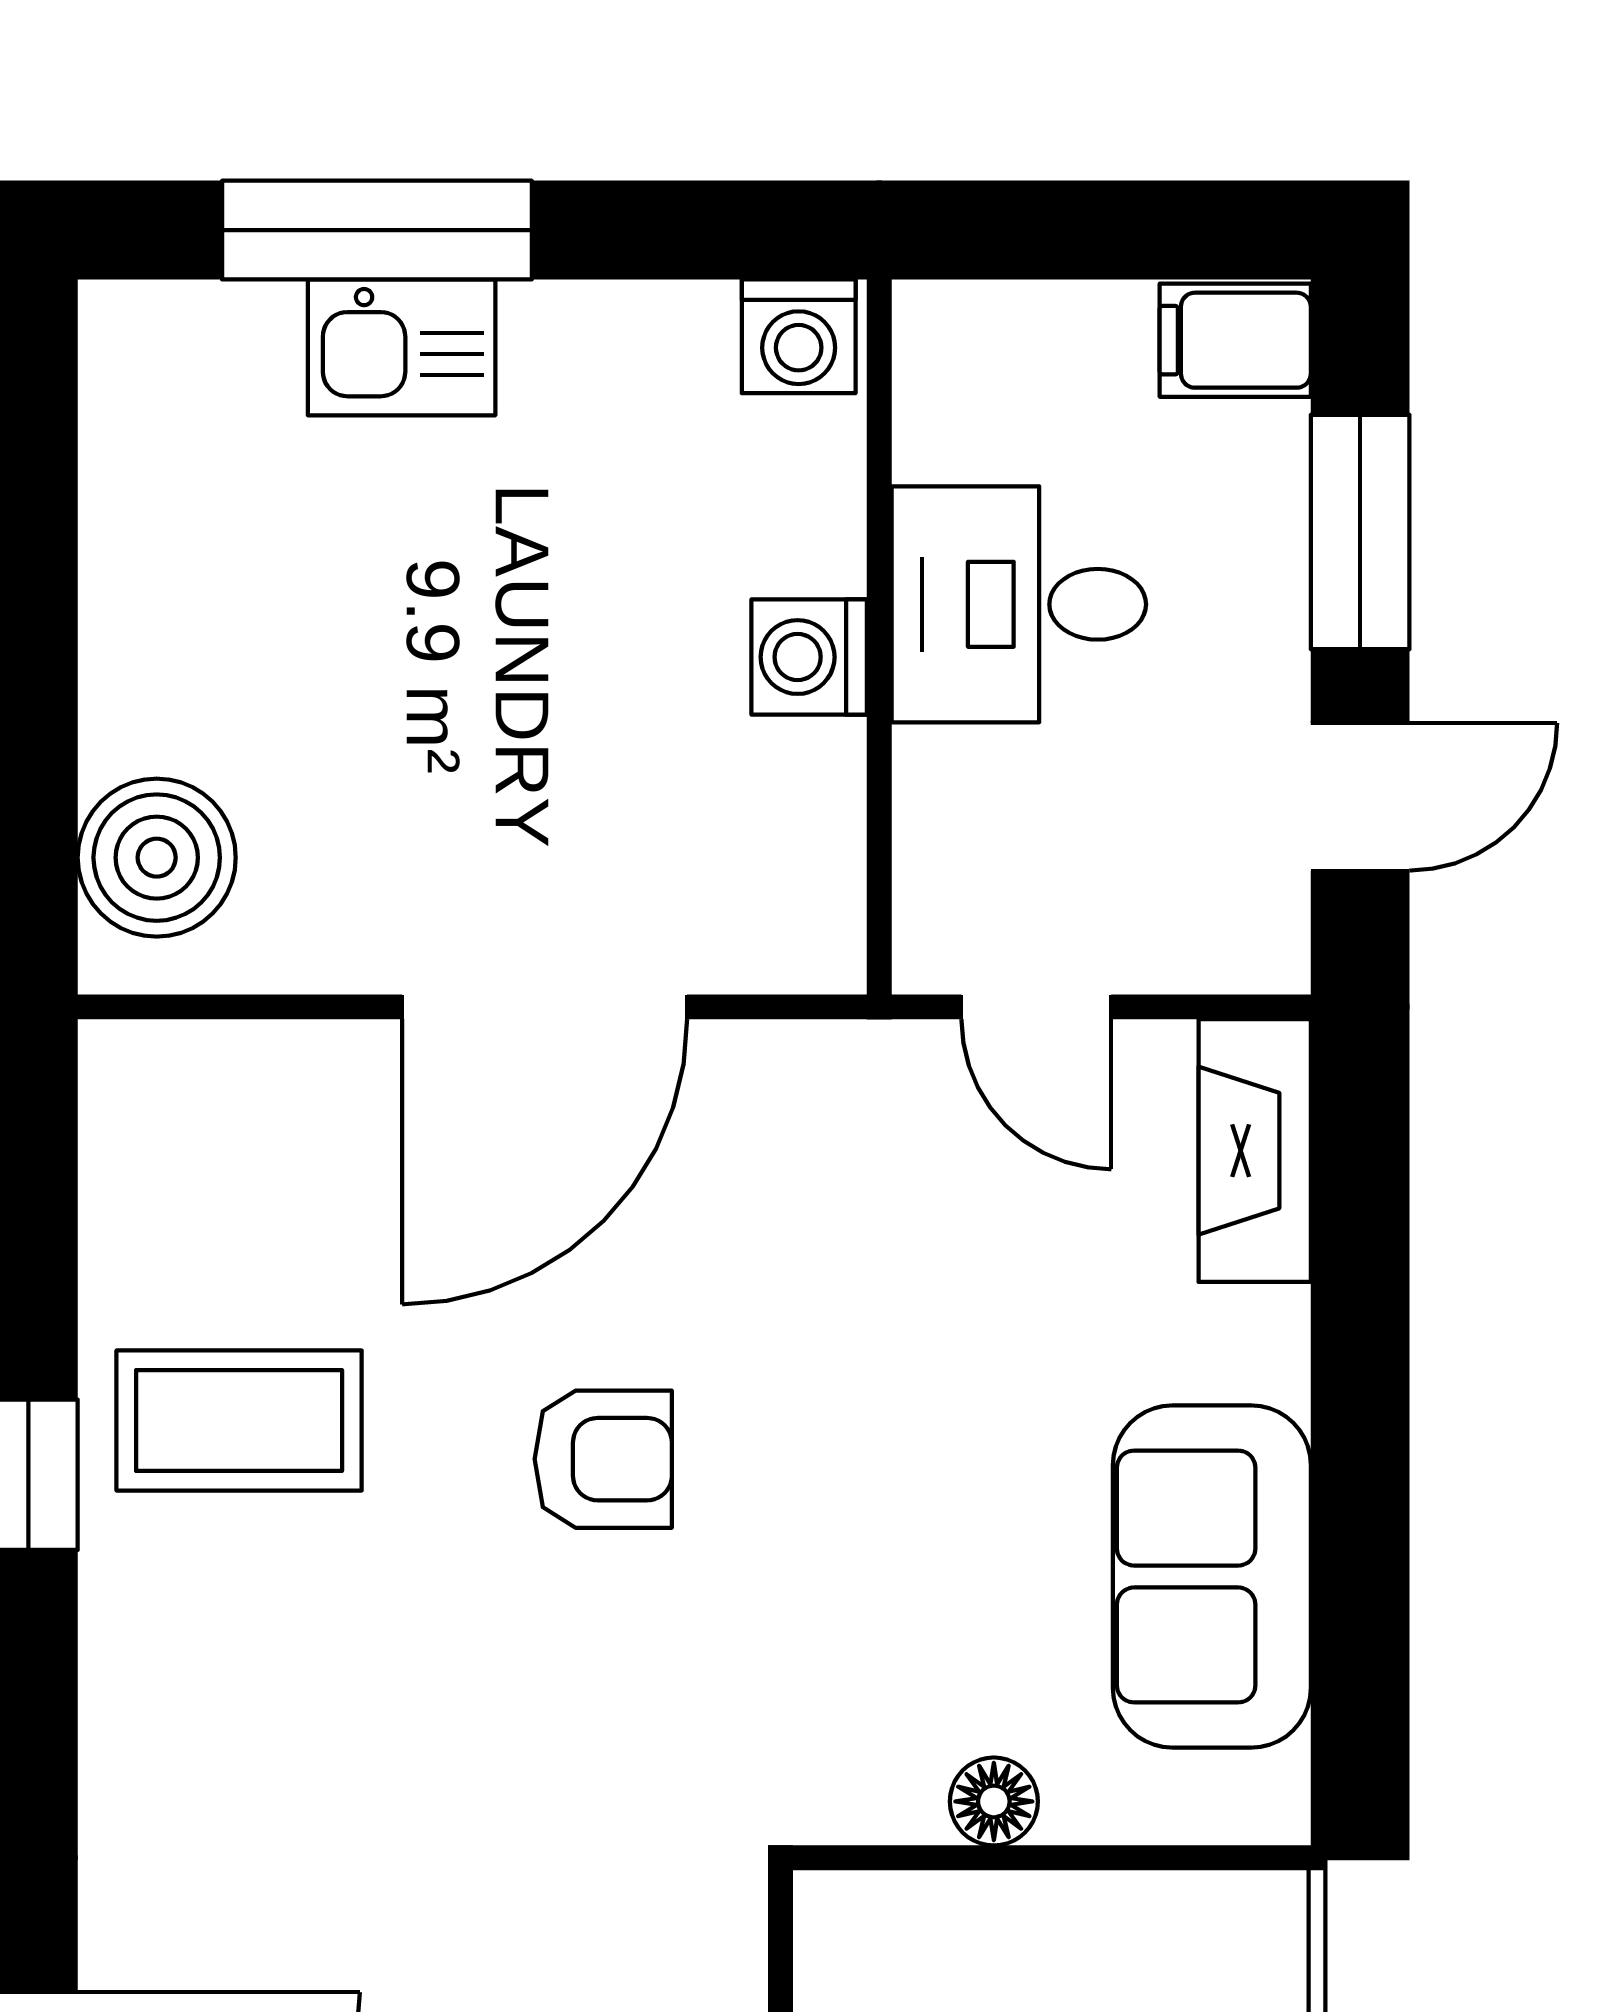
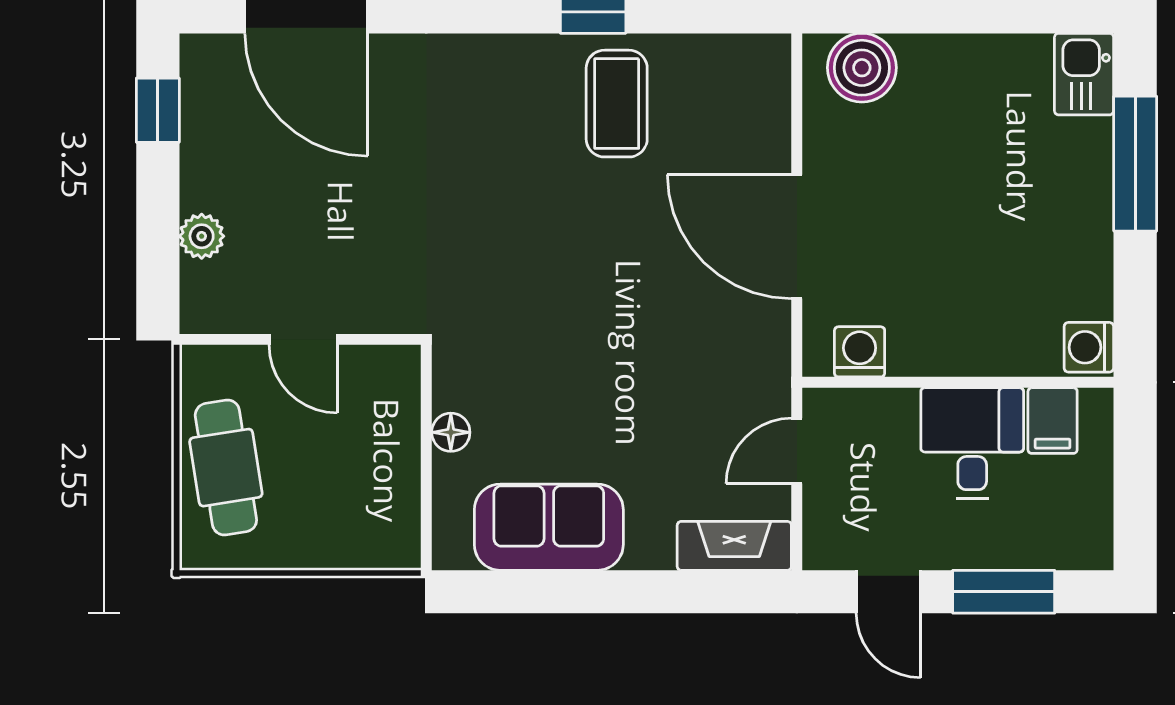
filing cabinet: (1235, 340) -> (1053, 421), moved, turned 180
kitchen sink: (402, 347) -> (1084, 74), moved
washing machine: (809, 657) -> (860, 352), moved
armchair: (603, 1459) -> (600, 262), removed

